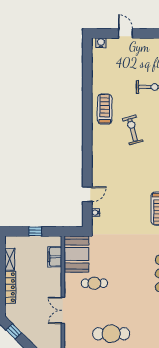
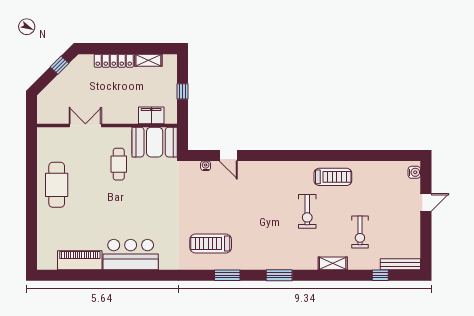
exercise bike: (133, 130) -> (307, 211), turned 105

